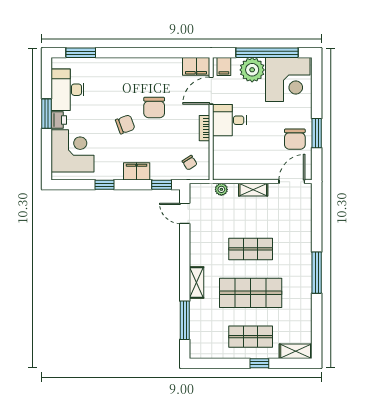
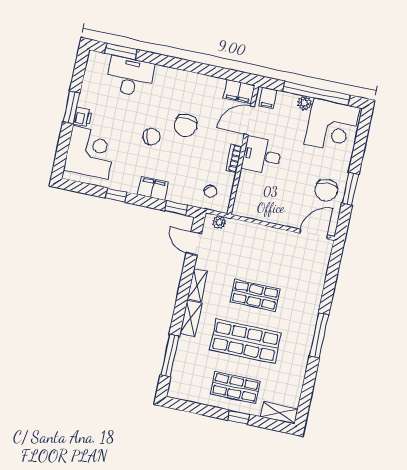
plant: (252, 70) -> (304, 103), width x0.53, depth x0.53
desk: (68, 90) -> (130, 76), moved, turned 90
plant: (221, 189) -> (219, 222), moved
shelving: (253, 190) -> (197, 285), moved, turned 90

